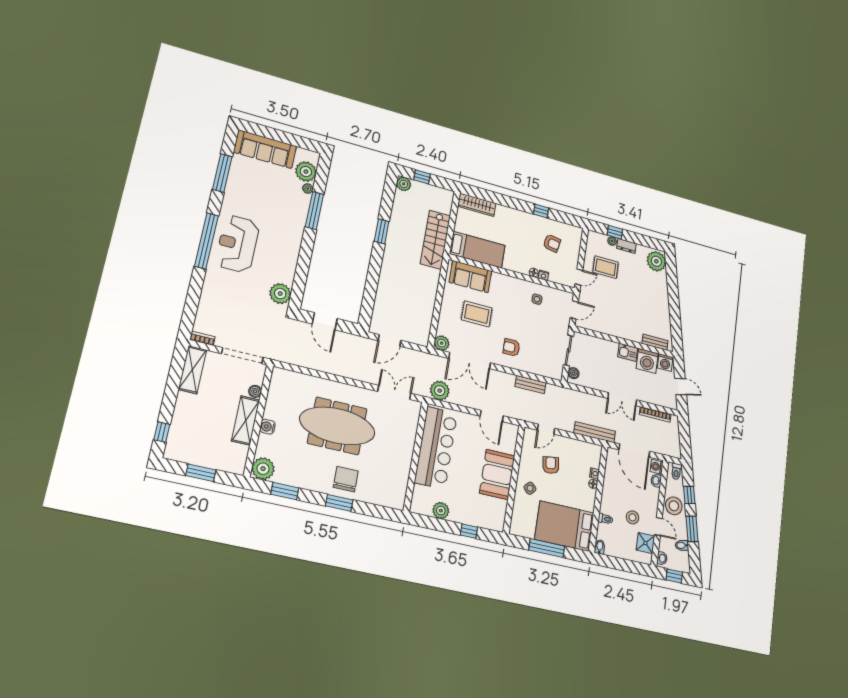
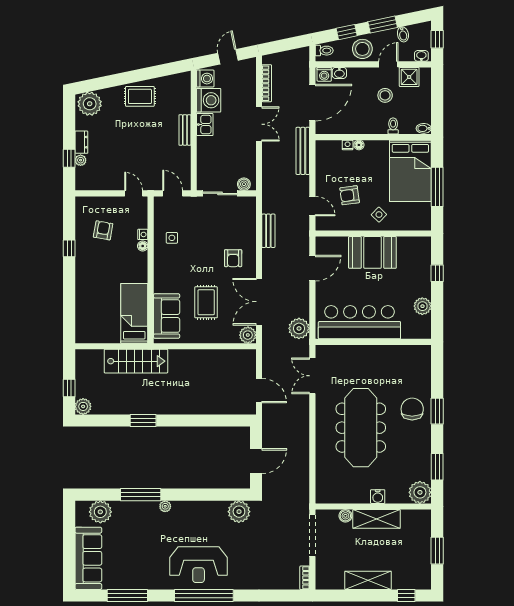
plant: (308, 189) -> (165, 506), moved
wardrobe: (477, 205) -> (83, 322), removed
rug: (606, 267) -> (140, 96), moved, turned 90
bench: (655, 342) -> (185, 130), moved
double door: (470, 361) -> (259, 302), swing flipped
shelving: (192, 370) -> (368, 580), moved
chair: (346, 479) -> (412, 409), turned 90

